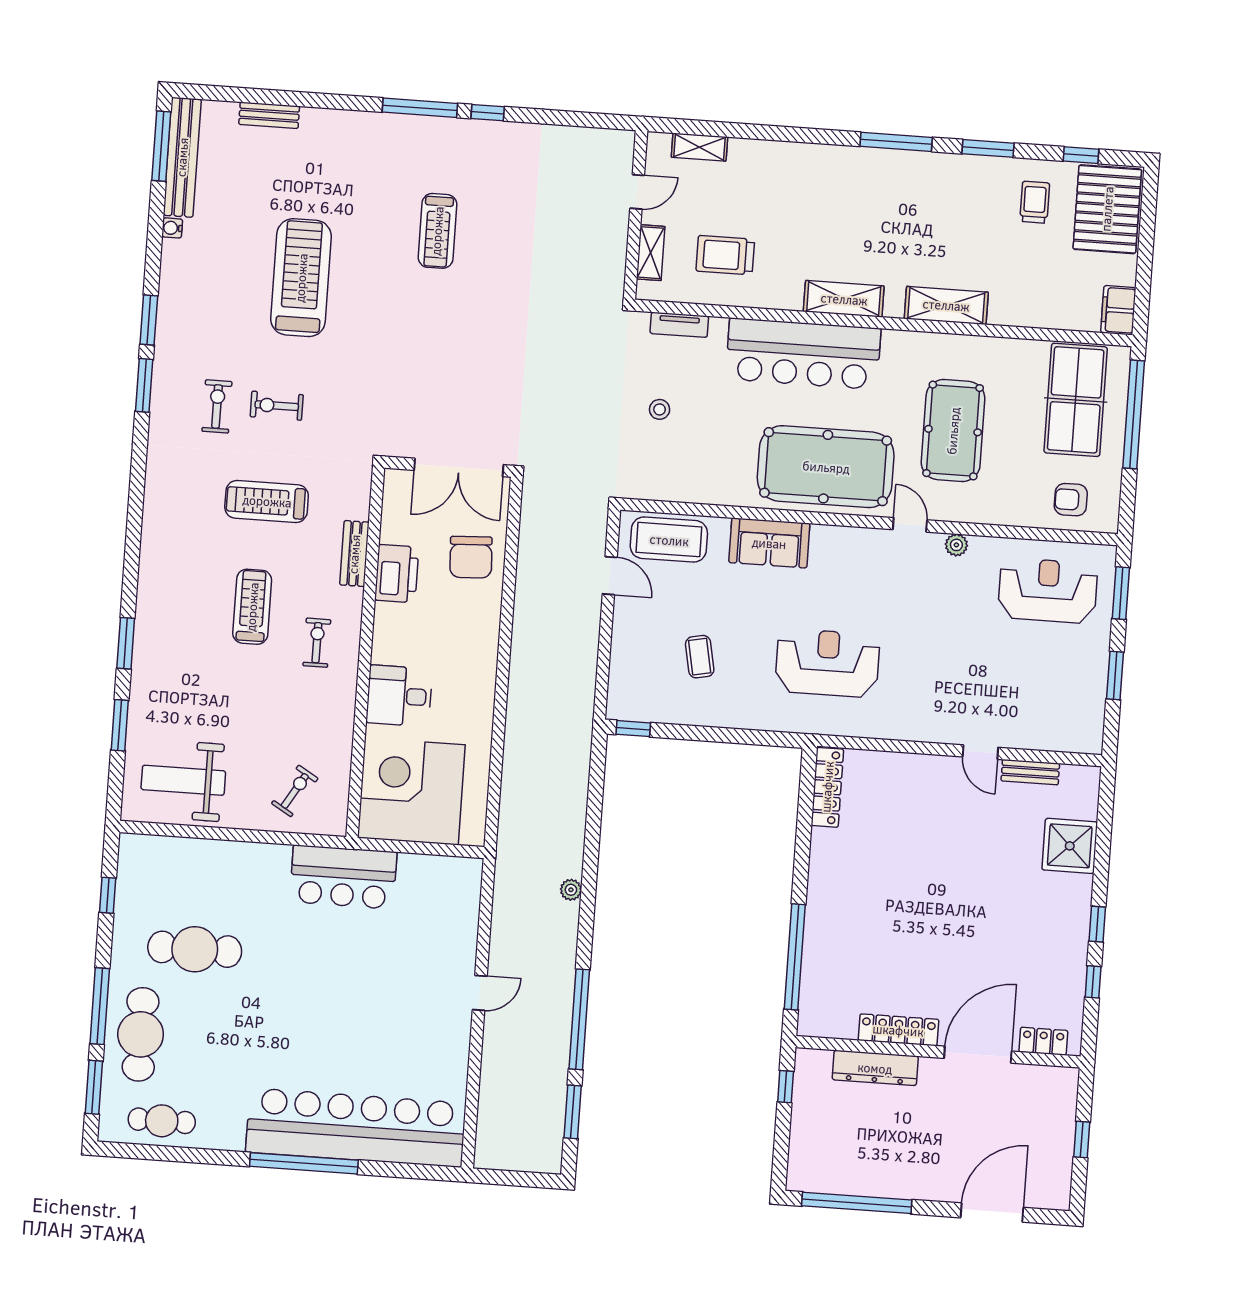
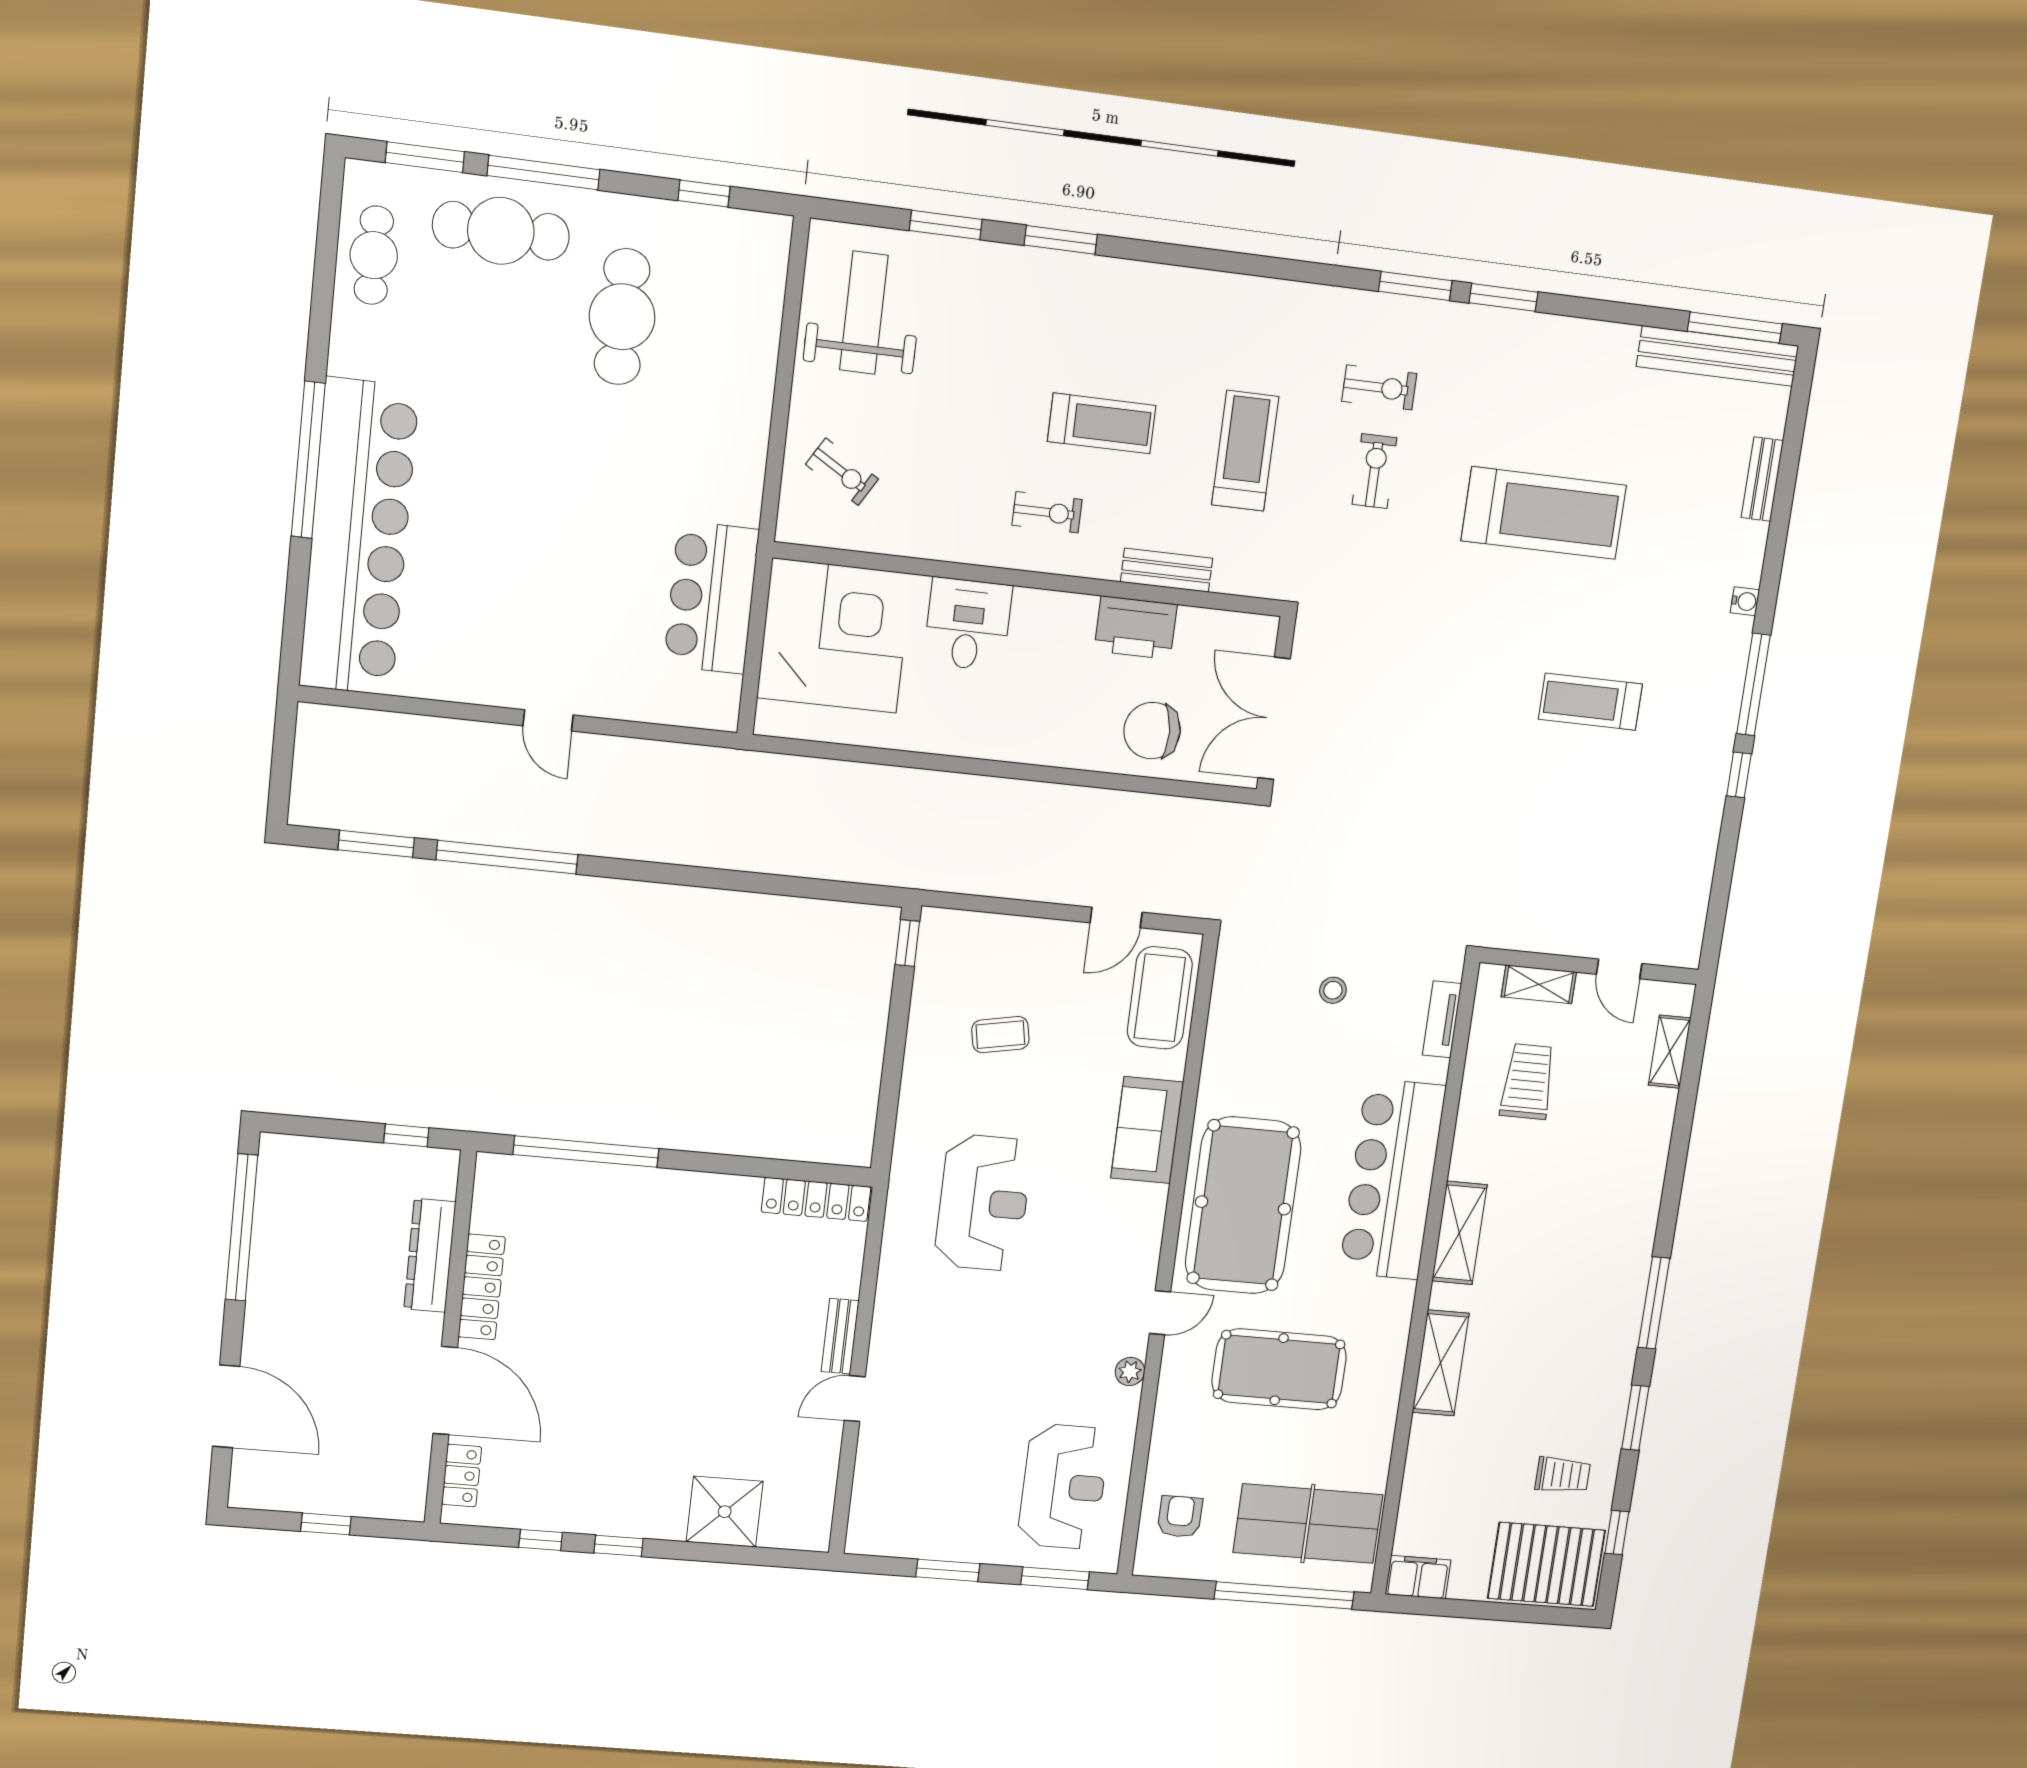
water cooler: (172, 228) -> (1745, 601), moved, turned 90
bench: (1030, 772) -> (840, 1336), moved
bar counter: (343, 877) -> (711, 598), moved
plant: (571, 890) -> (689, 852), removed

